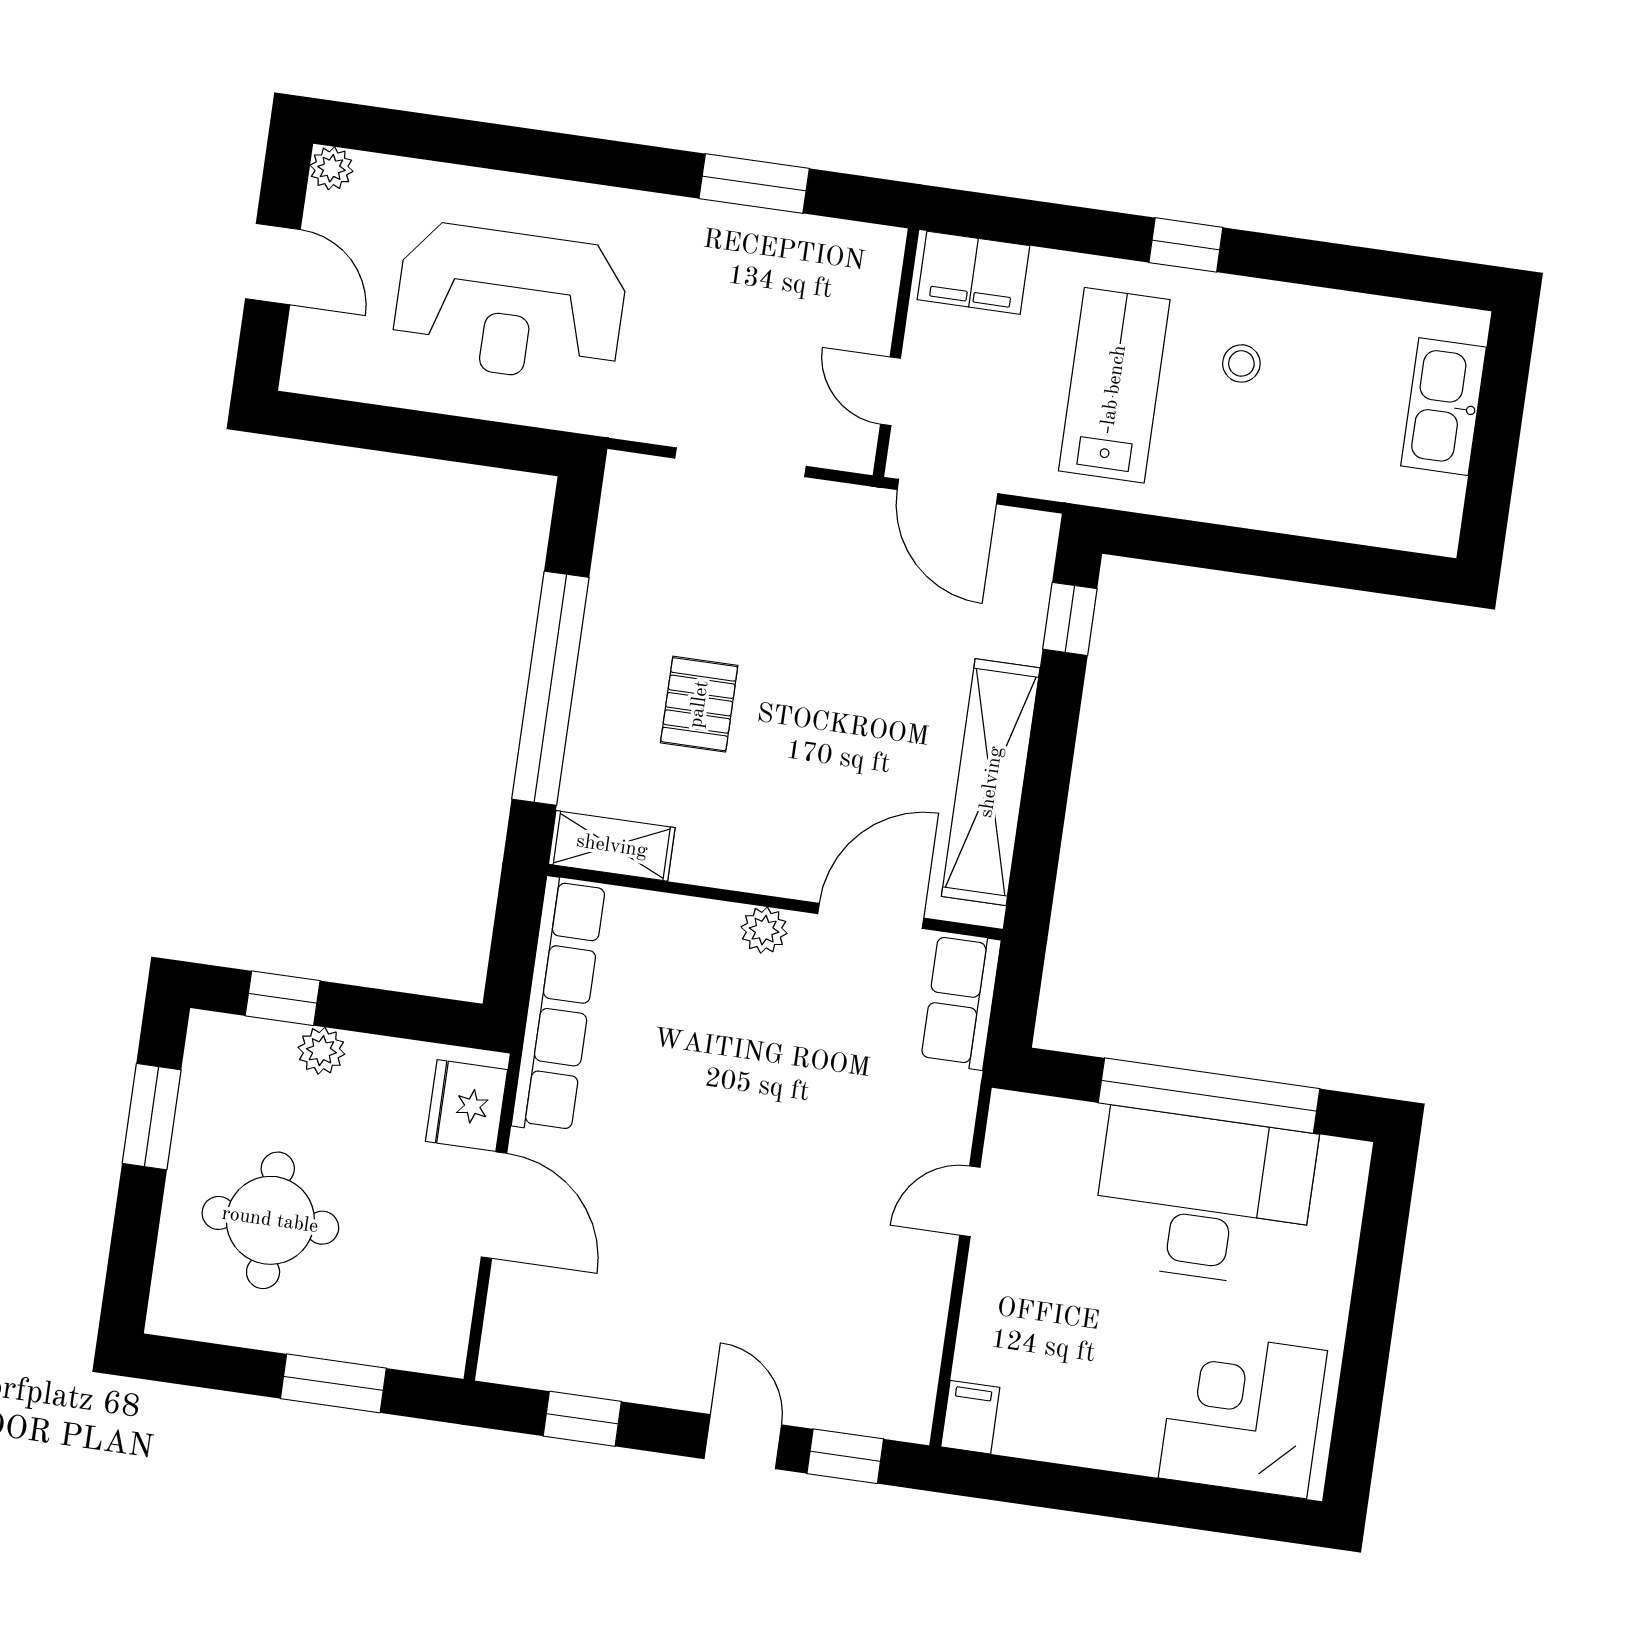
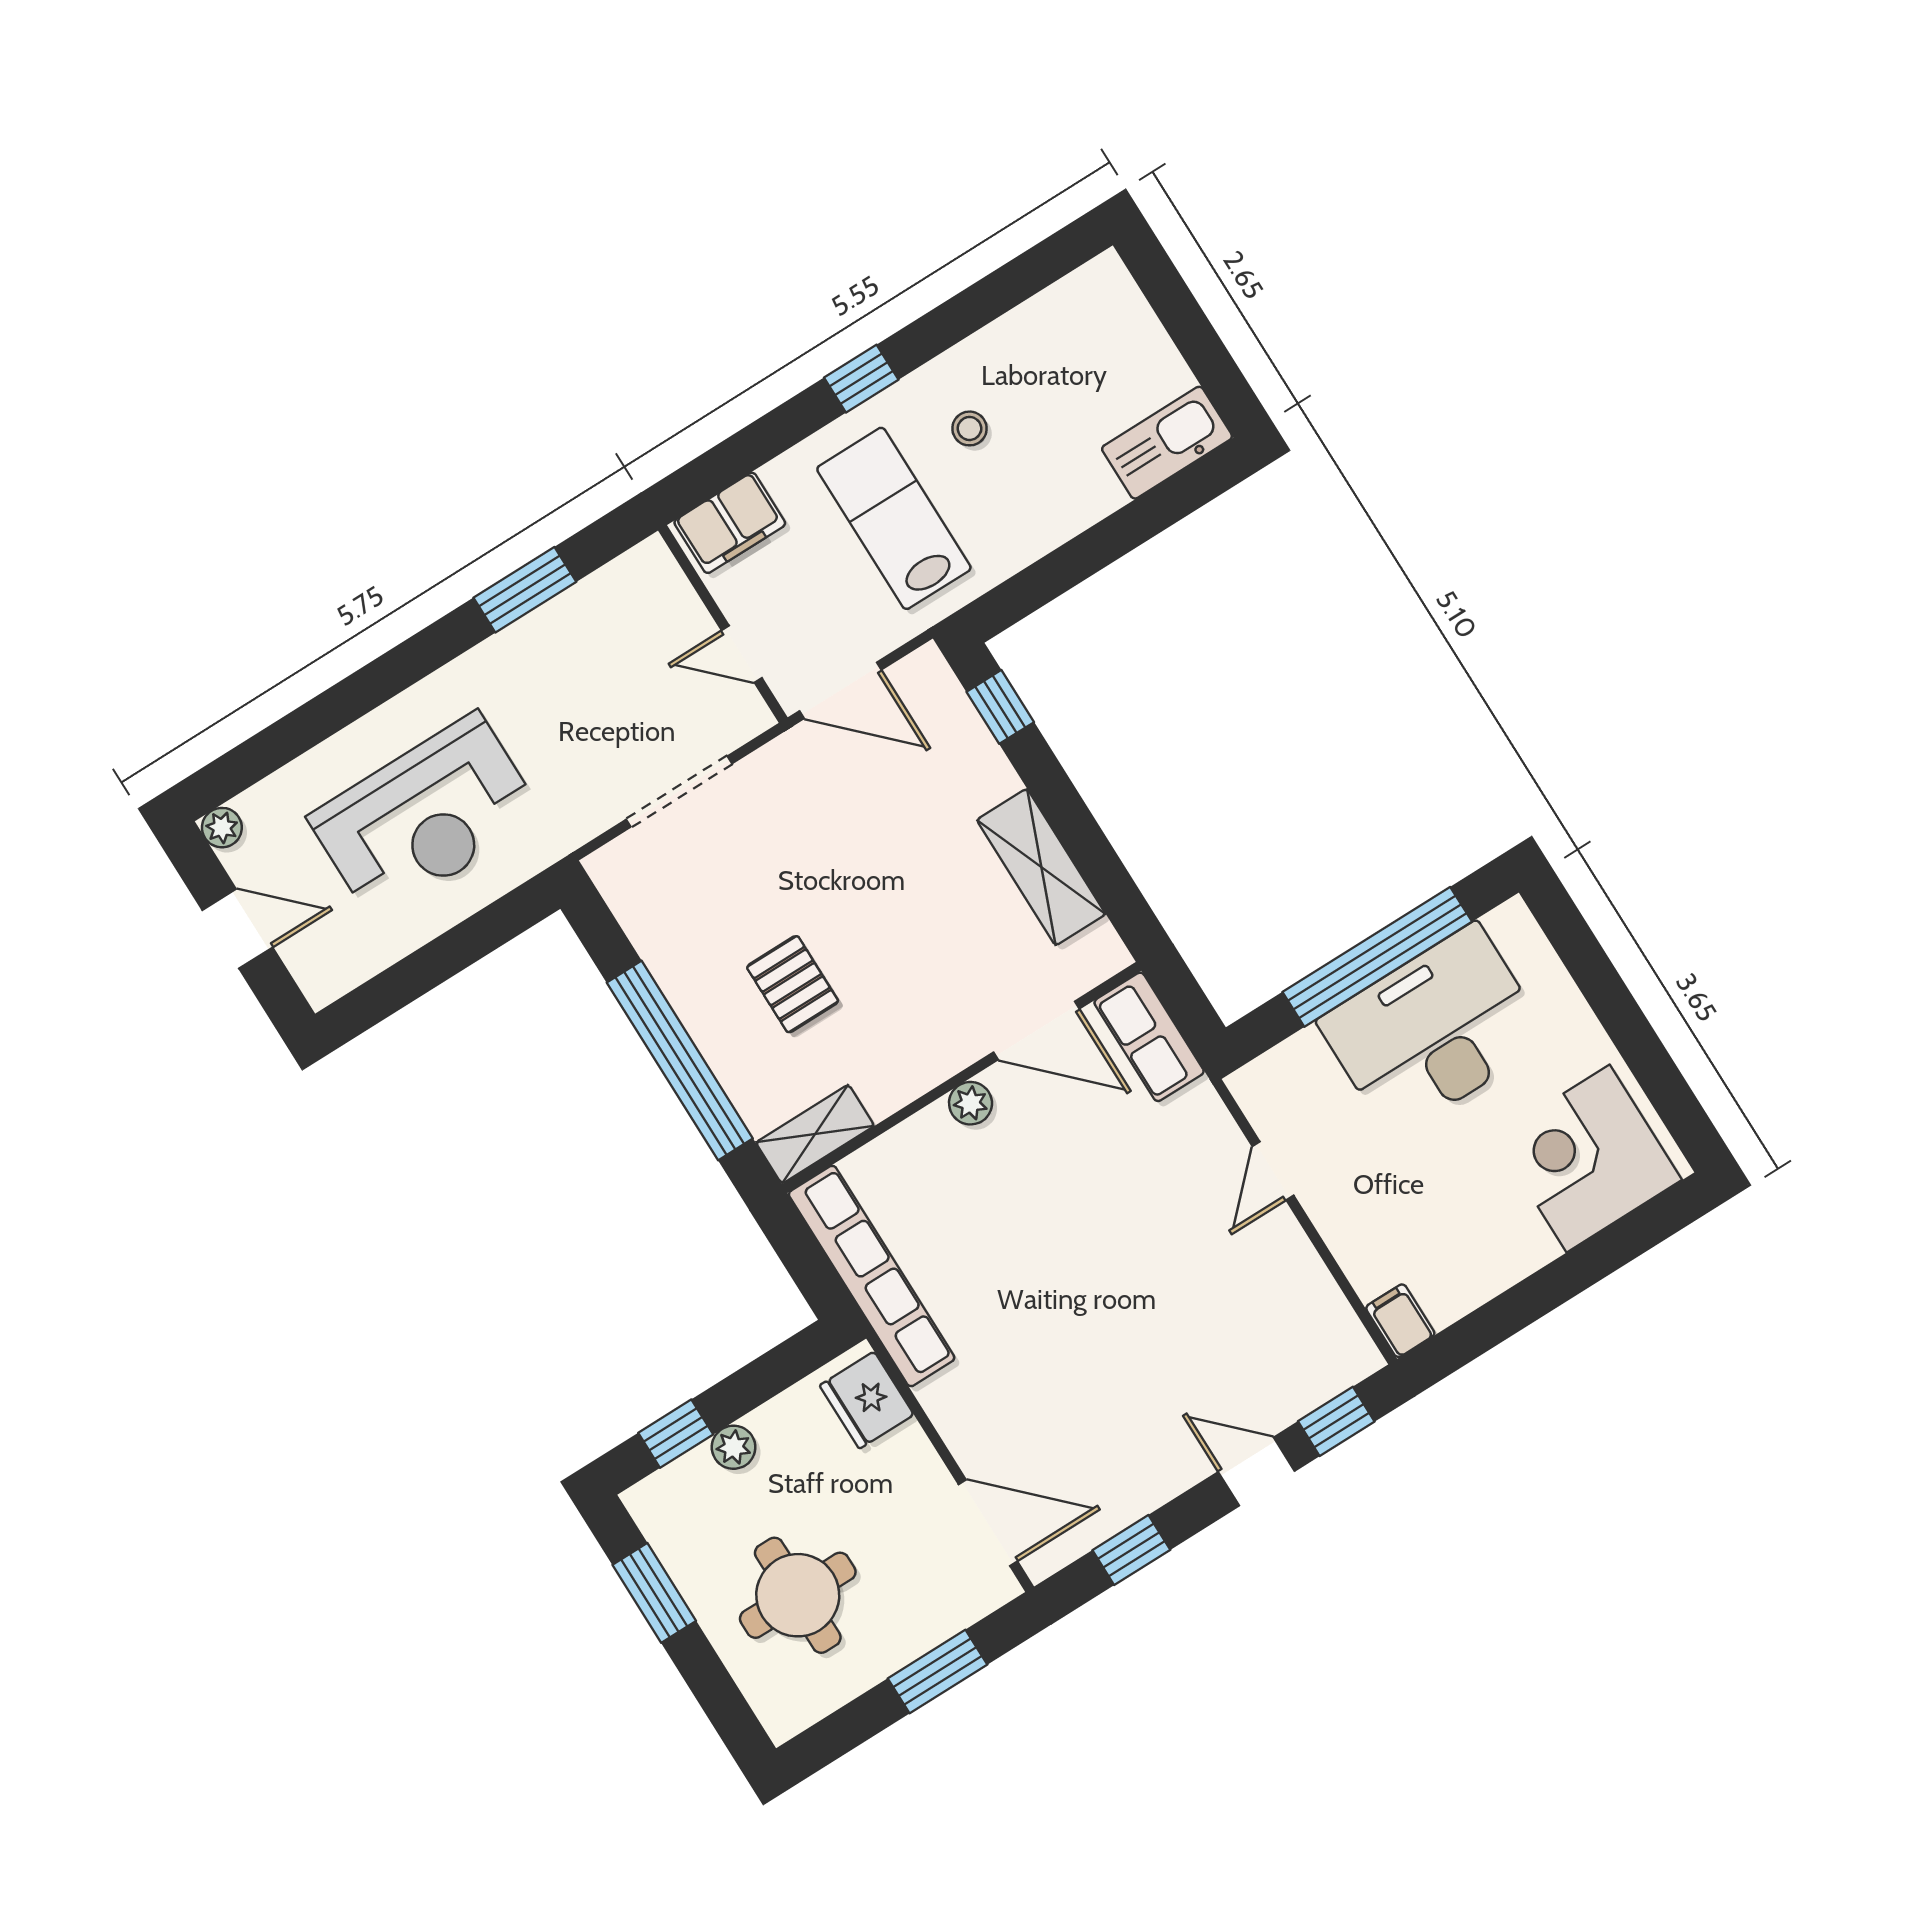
kitchen sink: (1444, 407) -> (1167, 443), moved, turned 90
shelving: (991, 782) -> (1041, 867), width x0.68
door: (871, 916) -> (1036, 1031), swing flipped
door: (494, 1205) -> (988, 1523), moved

